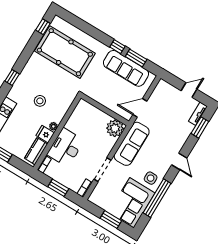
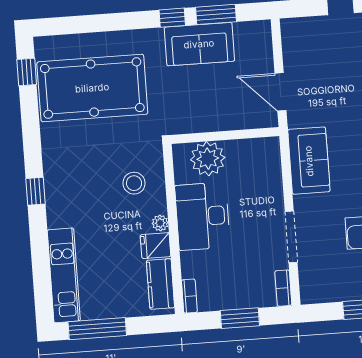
sofa: (126, 68) -> (199, 44), width x0.73
stool: (40, 101) -> (134, 183), moved
door: (140, 108) -> (281, 92), hinge flipped
plant: (115, 128) -> (208, 159), moved
sofa: (132, 144) -> (309, 161), width x0.73
desk: (66, 147) -> (203, 216), moved

